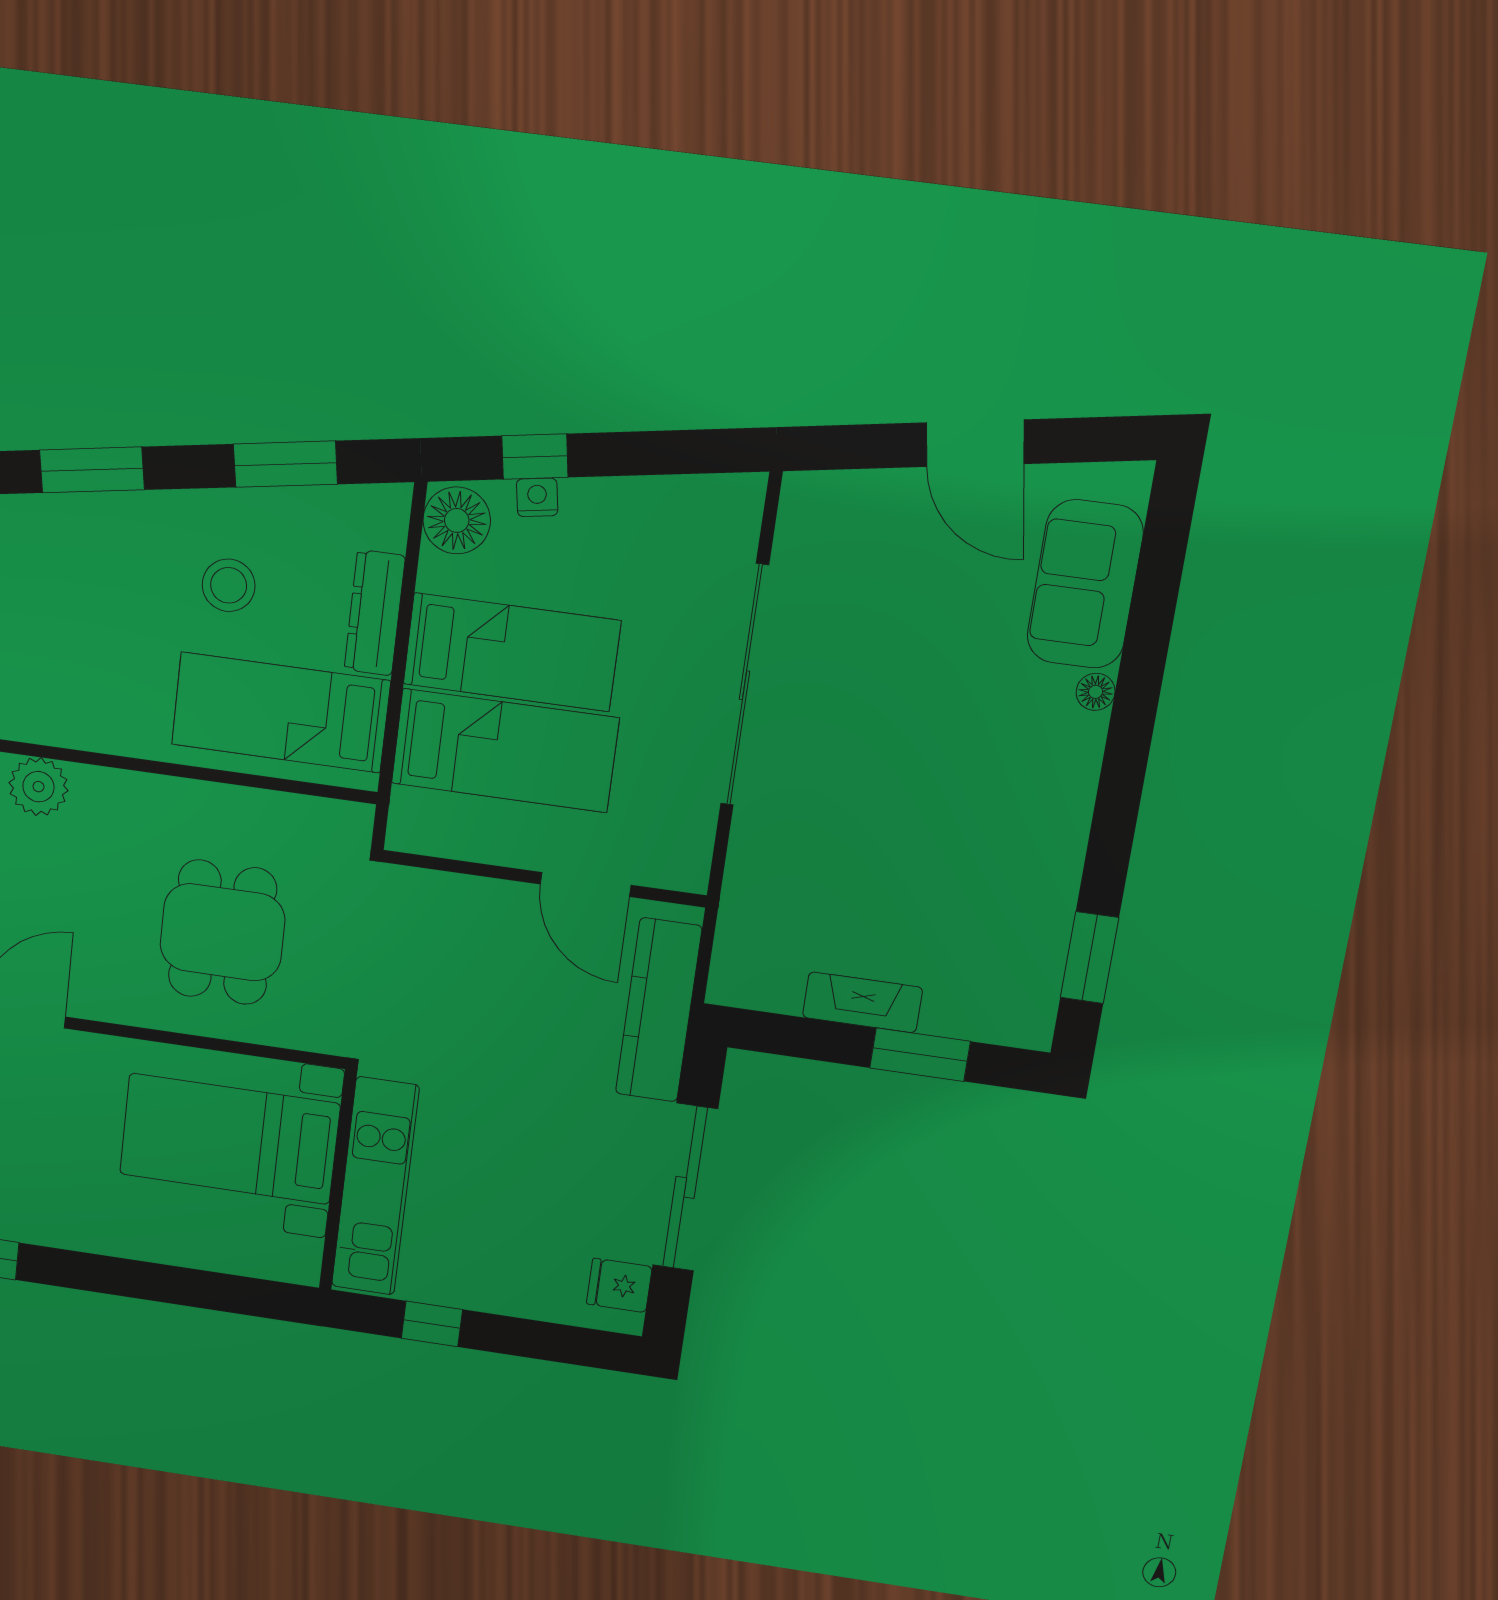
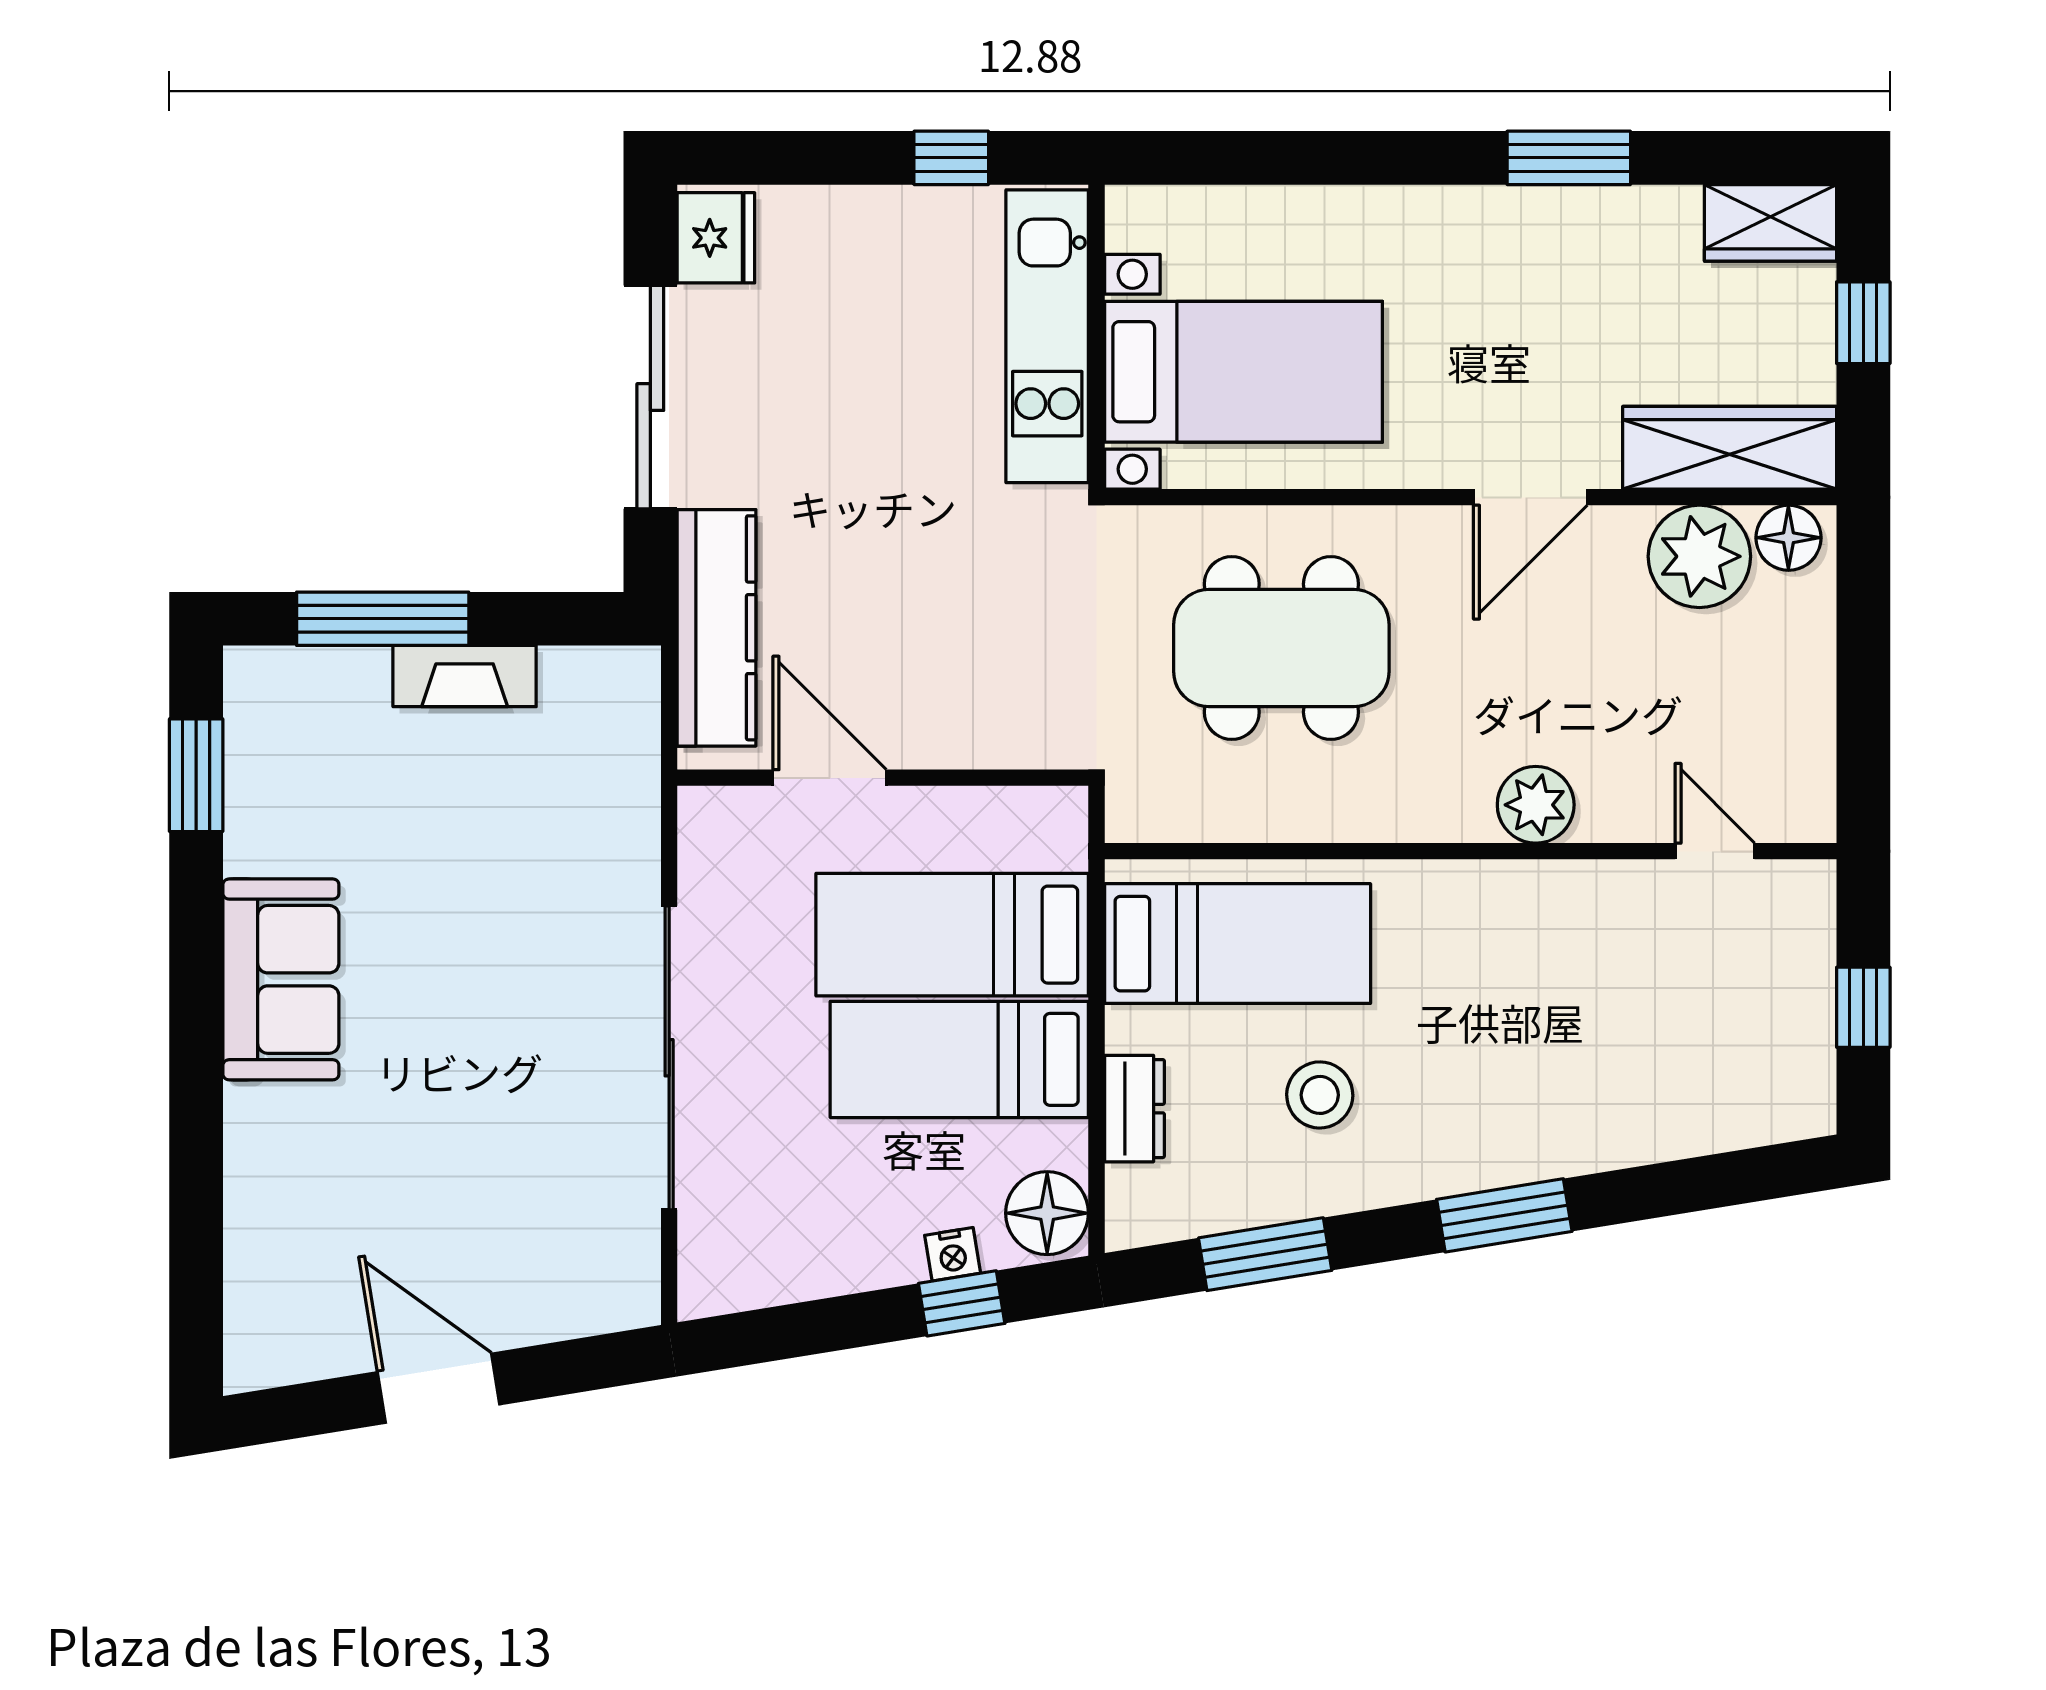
sofa: (1085, 584) -> (281, 979), moved
dresser: (375, 613) -> (1134, 1109), width x0.70
floor lamp: (1096, 692) -> (246, 1108), removed
dining table: (222, 932) -> (1281, 648), width x1.38
window: (920, 1055) -> (383, 619), width x1.44
fridge: (619, 1285) -> (716, 238), width x1.38

